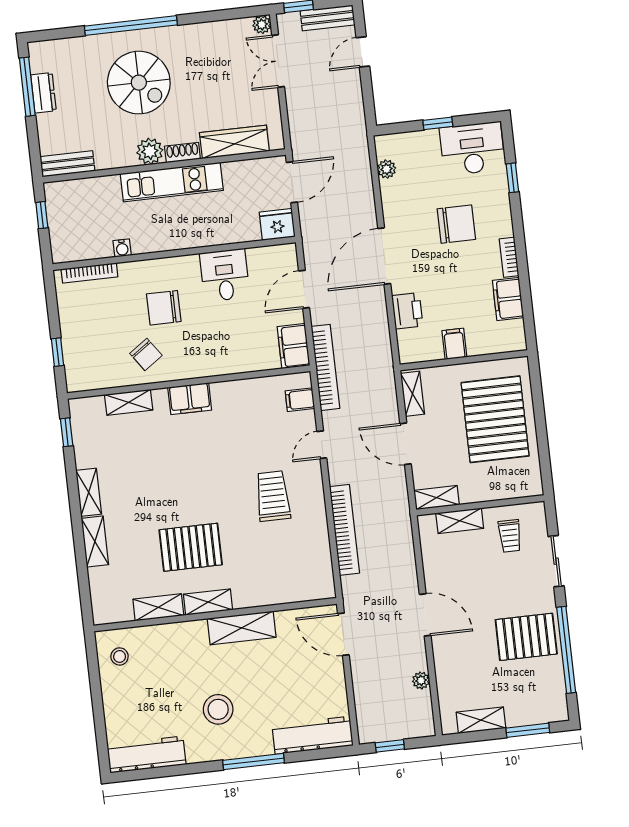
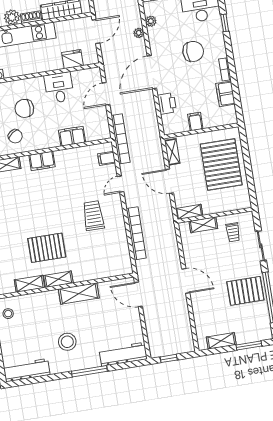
fridge: (277, 224) -> (72, 59), moved
filing cabinet: (293, 346) -> (72, 136), moved, turned 90
plant: (421, 680) -> (139, 33), moved

